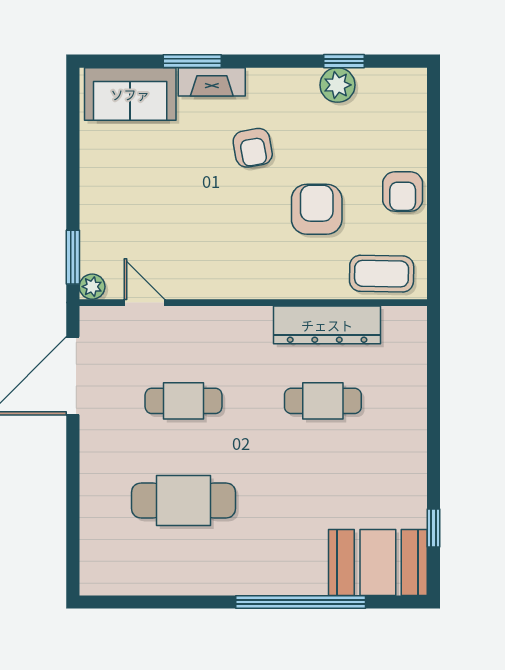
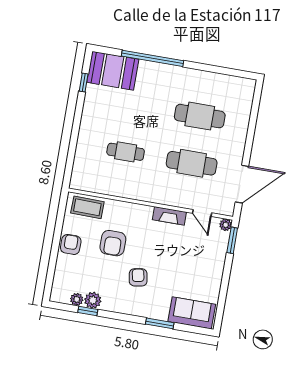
plant: (371, 81) -> (77, 299), added
fireplace: (212, 82) -> (169, 216), moved, turned 180
dresser: (327, 325) -> (117, 187), removed
cafe table: (184, 401) -> (192, 163), width x1.37, depth x1.35

